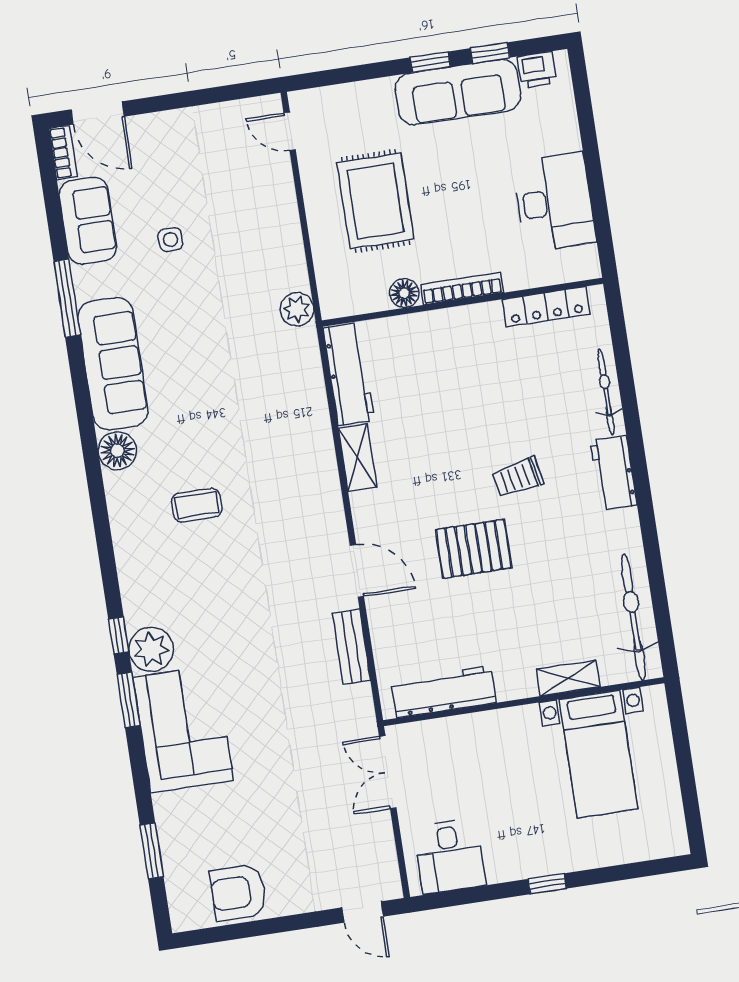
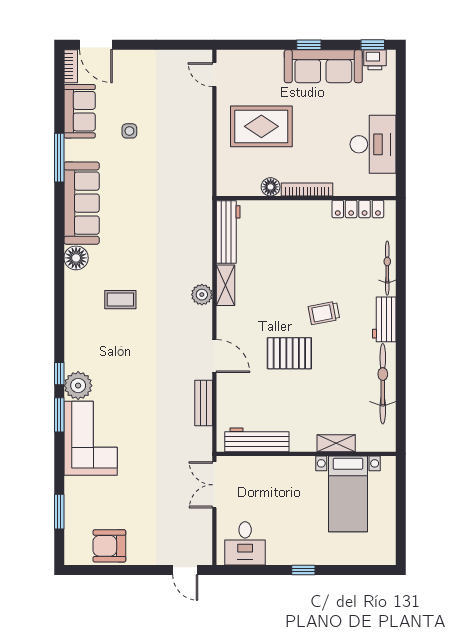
window: (490, 53) -> (373, 45), moved
rug: (375, 201) -> (261, 126), turned 90
plant: (297, 309) -> (202, 295), moved
bicycle: (633, 617) -> (383, 384), moved

